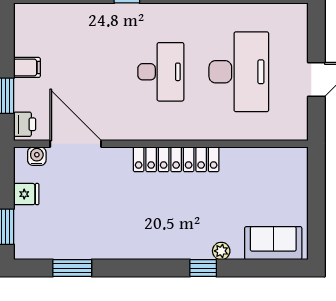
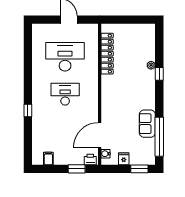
filing cabinet: (27, 67) -> (48, 158), moved
locker: (176, 159) -> (107, 54), moved
sofa: (273, 243) -> (147, 124), moved
window: (72, 268) -> (159, 137), width x2.11

